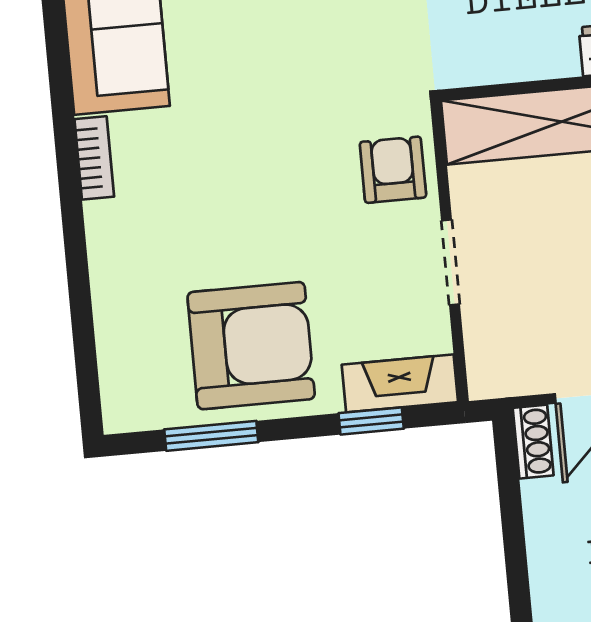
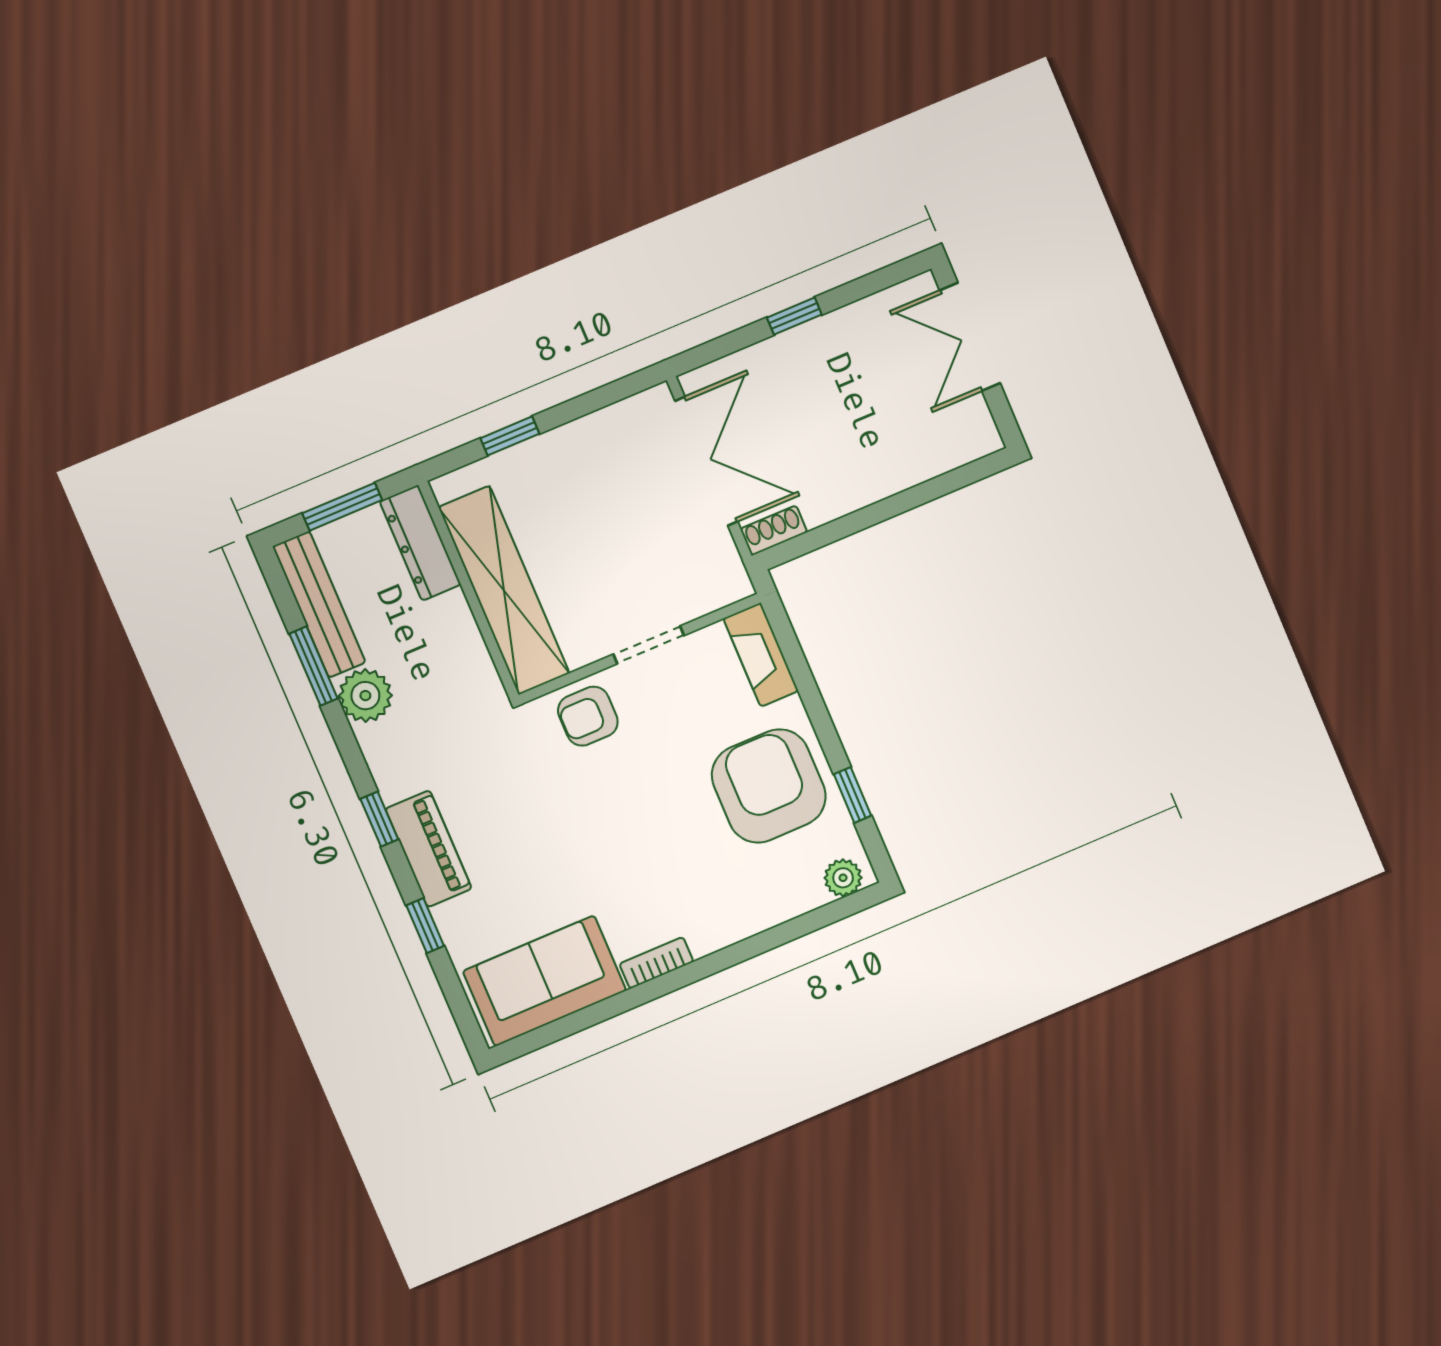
plant: (122, 396) -> (843, 878), added
window: (371, 421) -> (799, 668), removed
window: (211, 436) -> (853, 795), width x0.67

